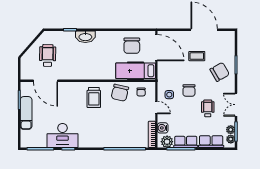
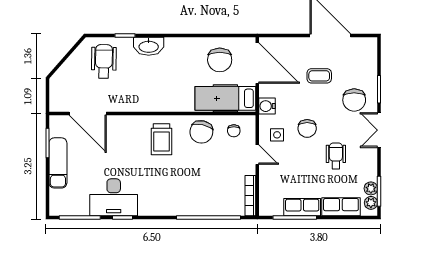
wheelchair: (48, 56) -> (104, 61), moved
chair: (220, 72) -> (354, 100), turned 120
double door: (236, 105) -> (379, 130), moved
water cooler: (163, 128) -> (267, 106), moved
plant: (167, 142) -> (273, 207), removed

